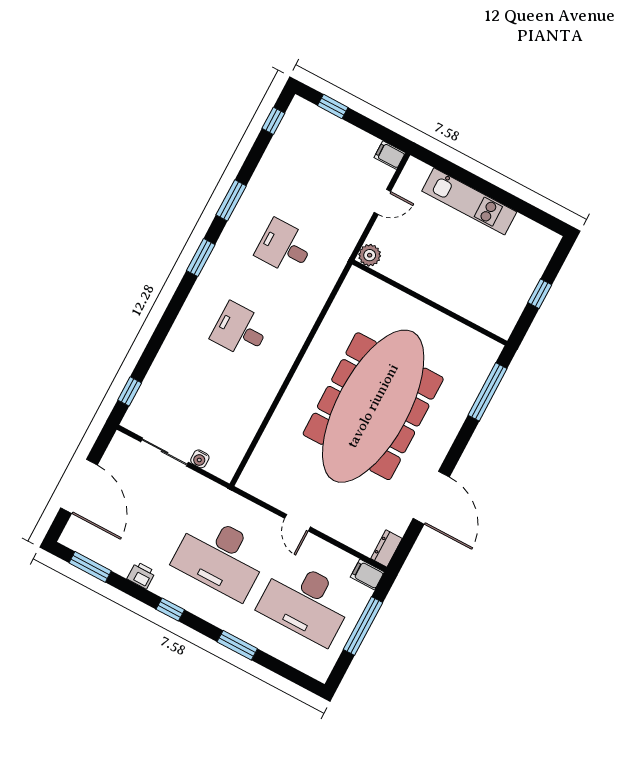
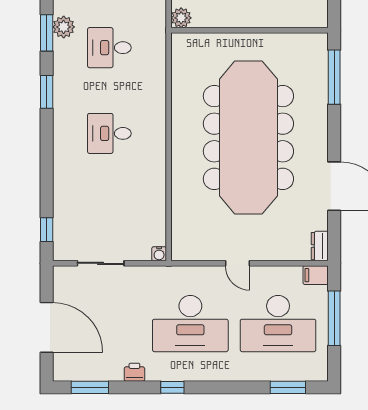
plant: (251, 203) -> (64, 27), added
water cooler: (200, 459) -> (159, 254), moved
window: (237, 645) -> (288, 387), moved

